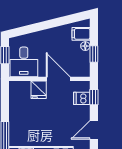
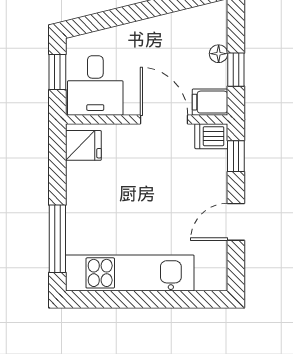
filing cabinet: (81, 34) -> (210, 102), moved
fridge: (39, 90) -> (83, 145), moved, turned -90
dishwasher: (82, 98) -> (211, 136), moved

